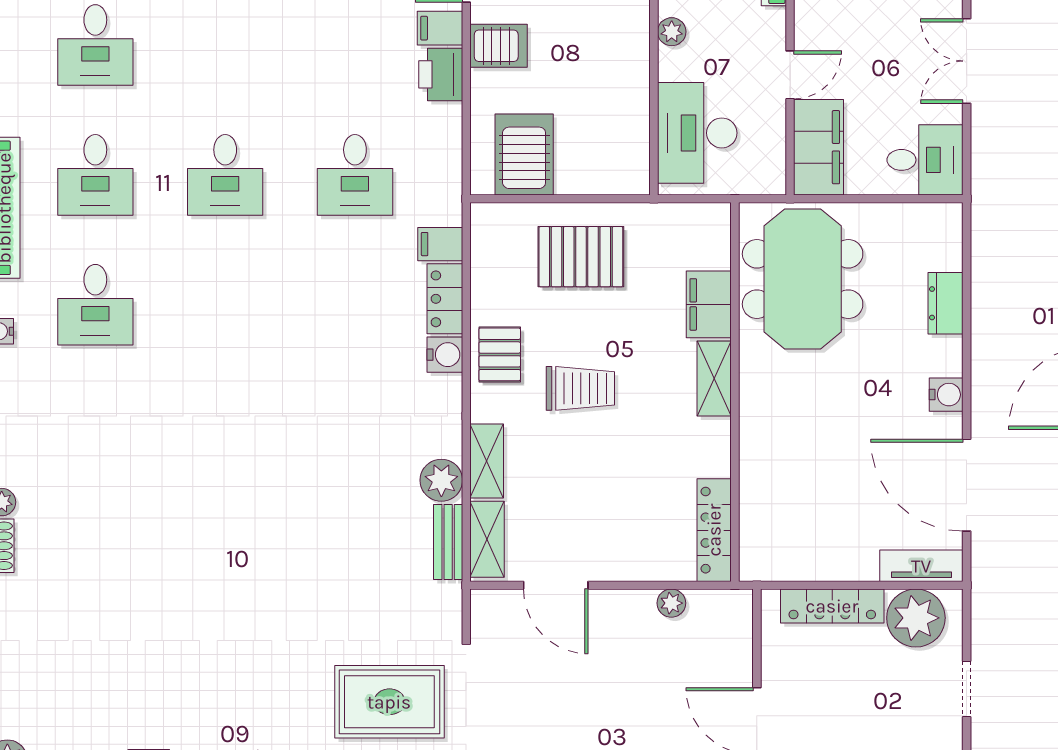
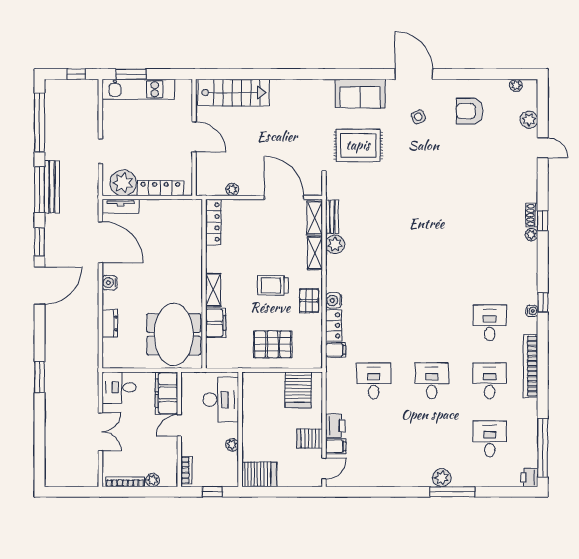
door: (556, 585) -> (284, 197), width x1.36

